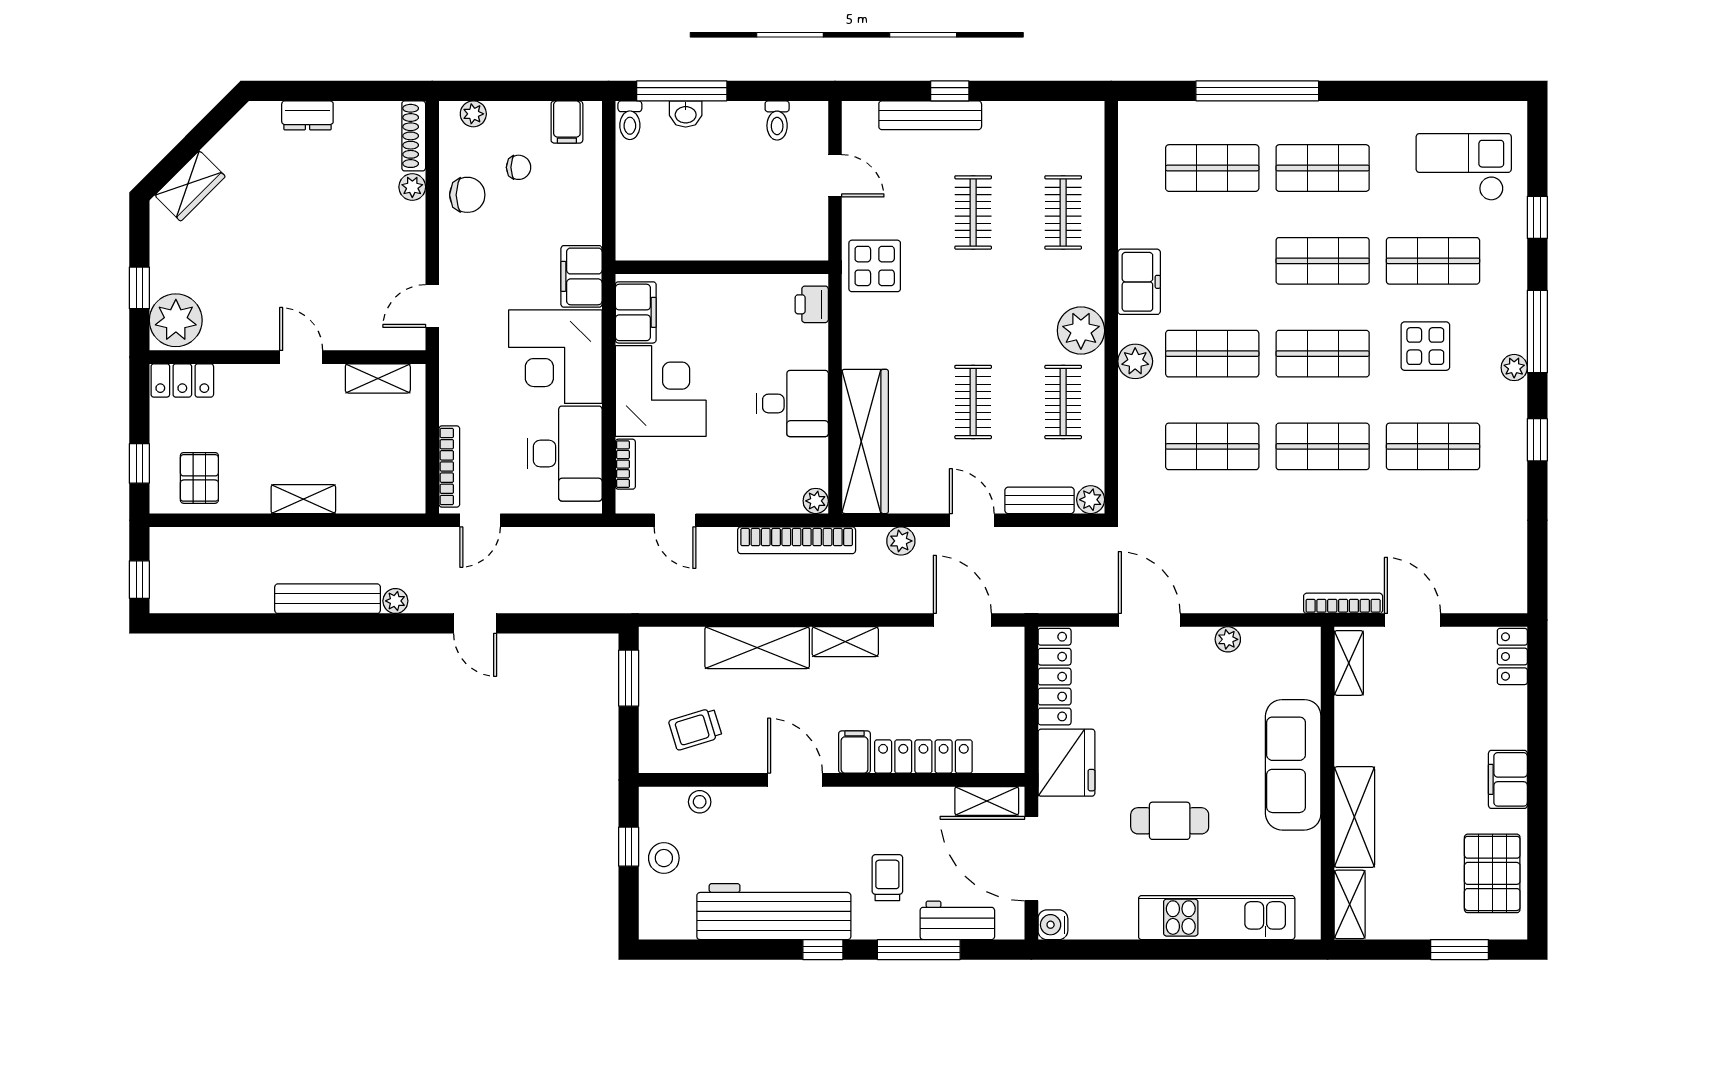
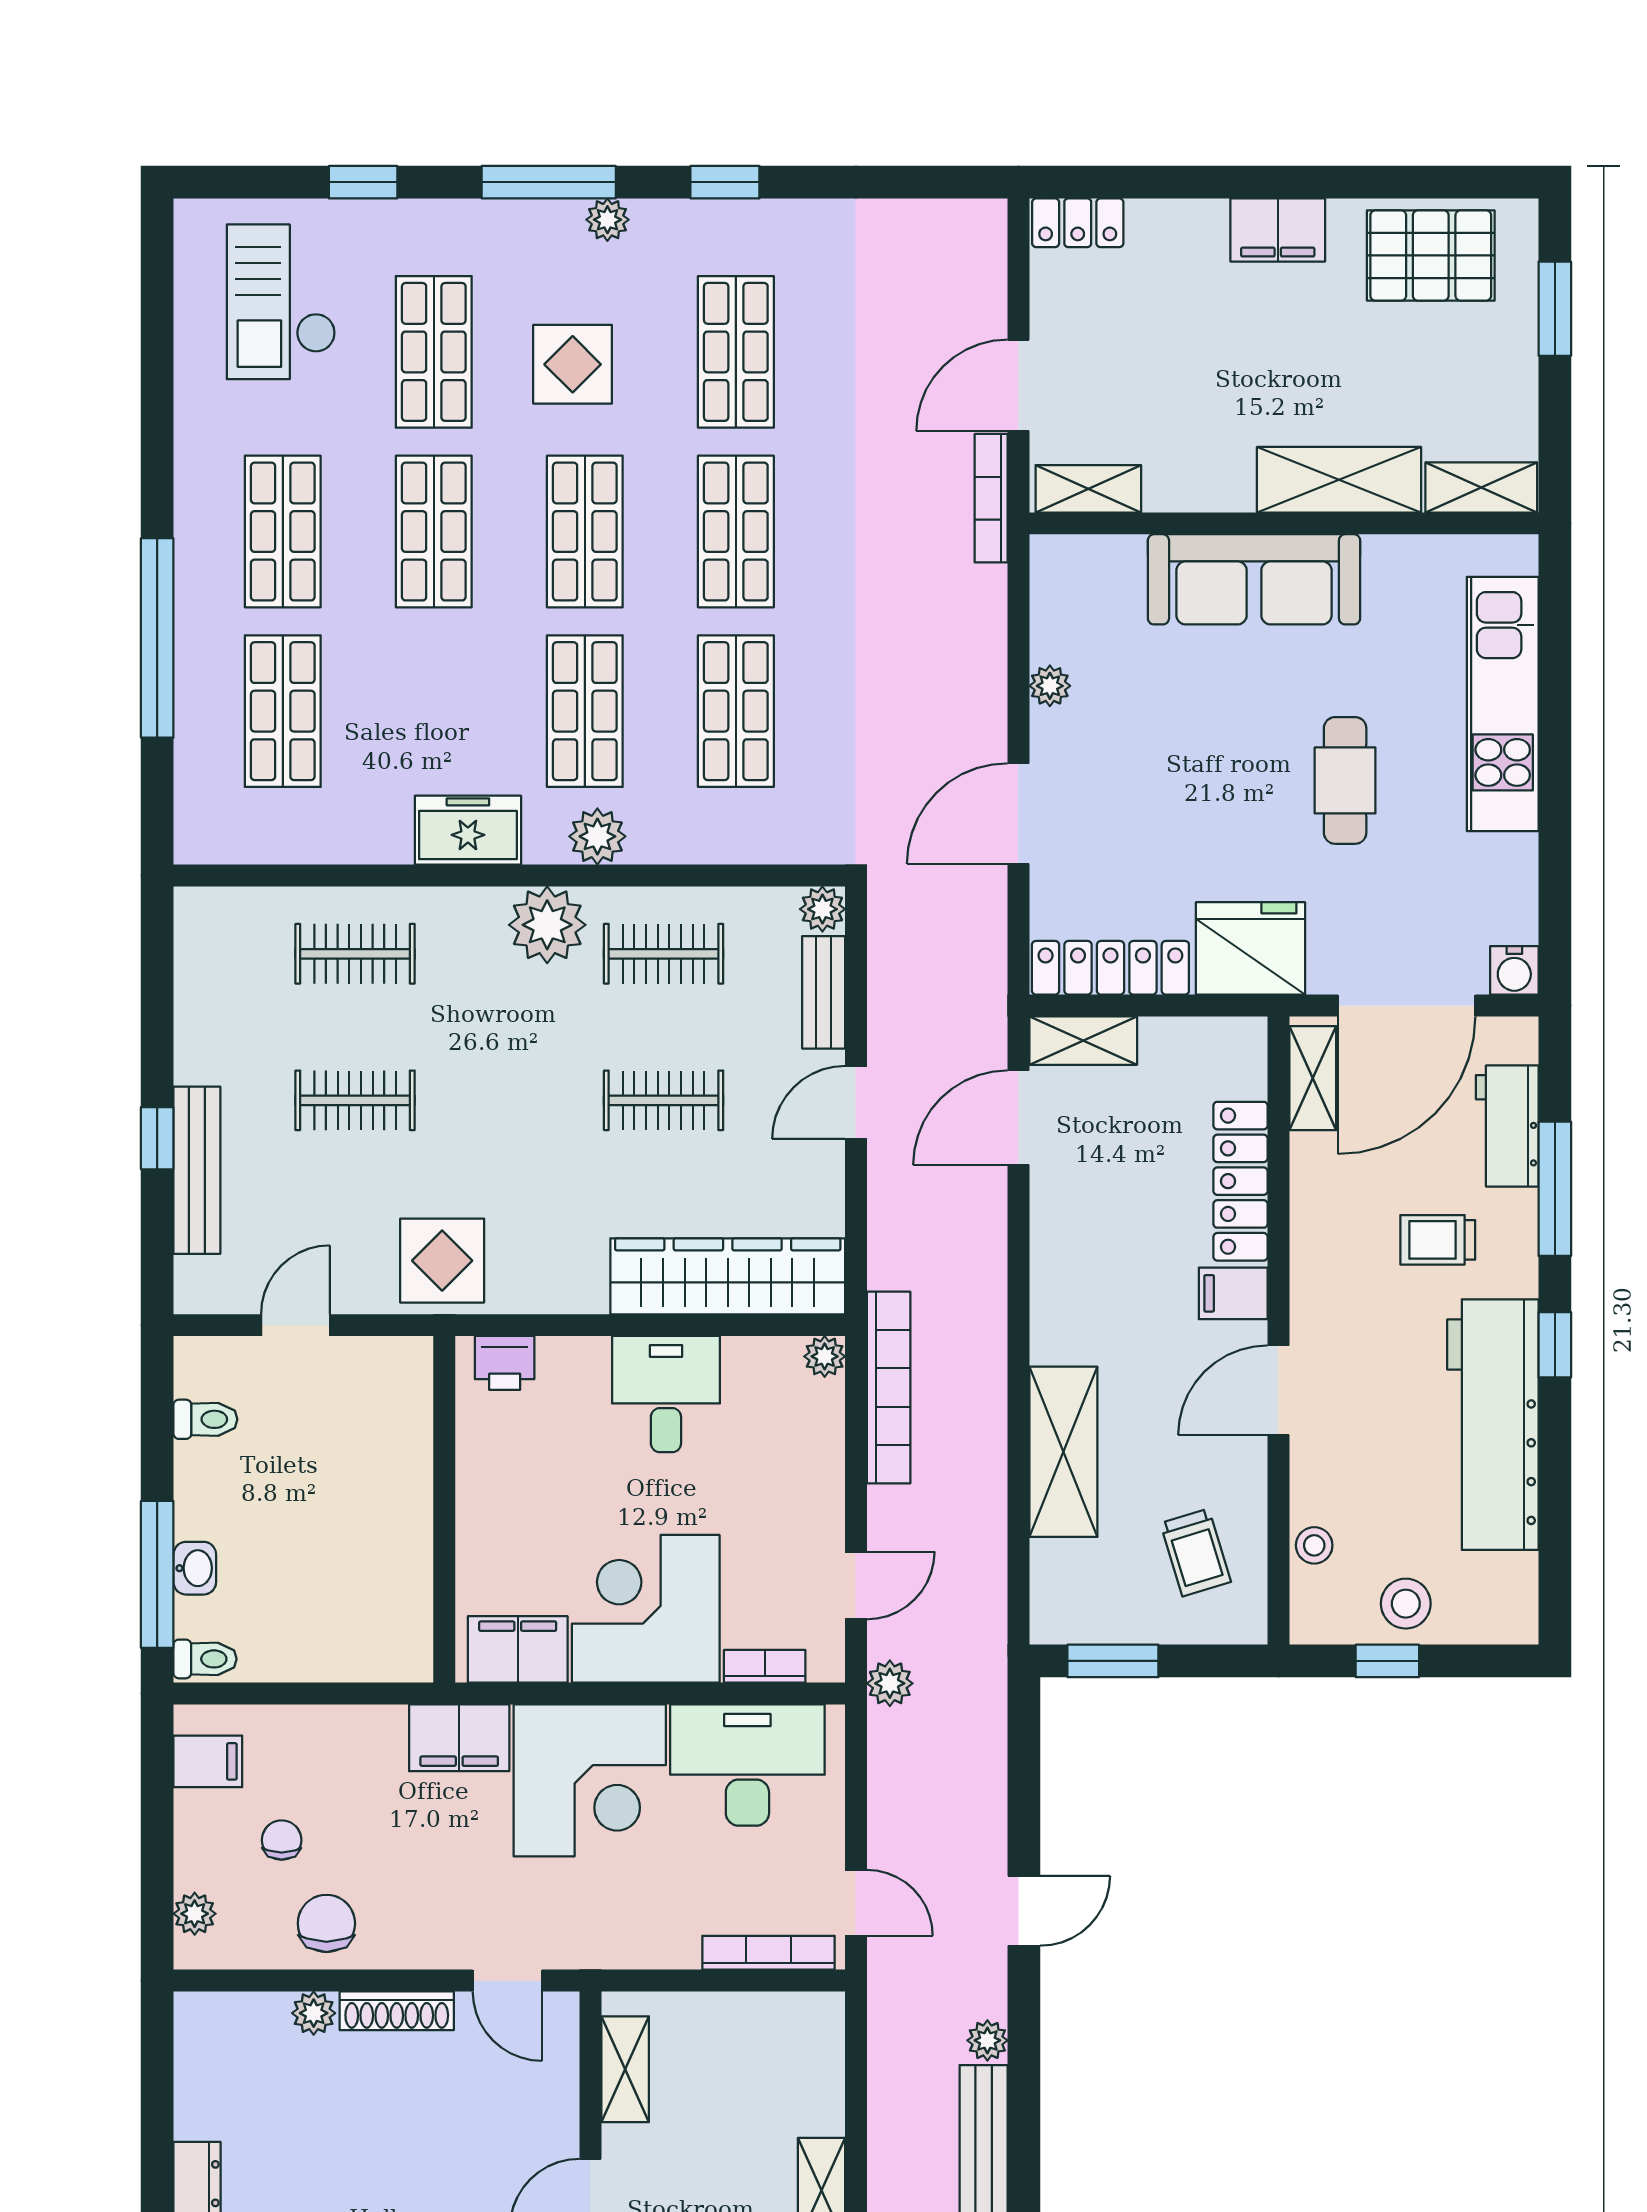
shoe rack: (414, 136) -> (397, 2011), moved
plant: (901, 541) -> (890, 1683), moved
shelving: (845, 642) -> (1083, 1041), moved, turned 90

